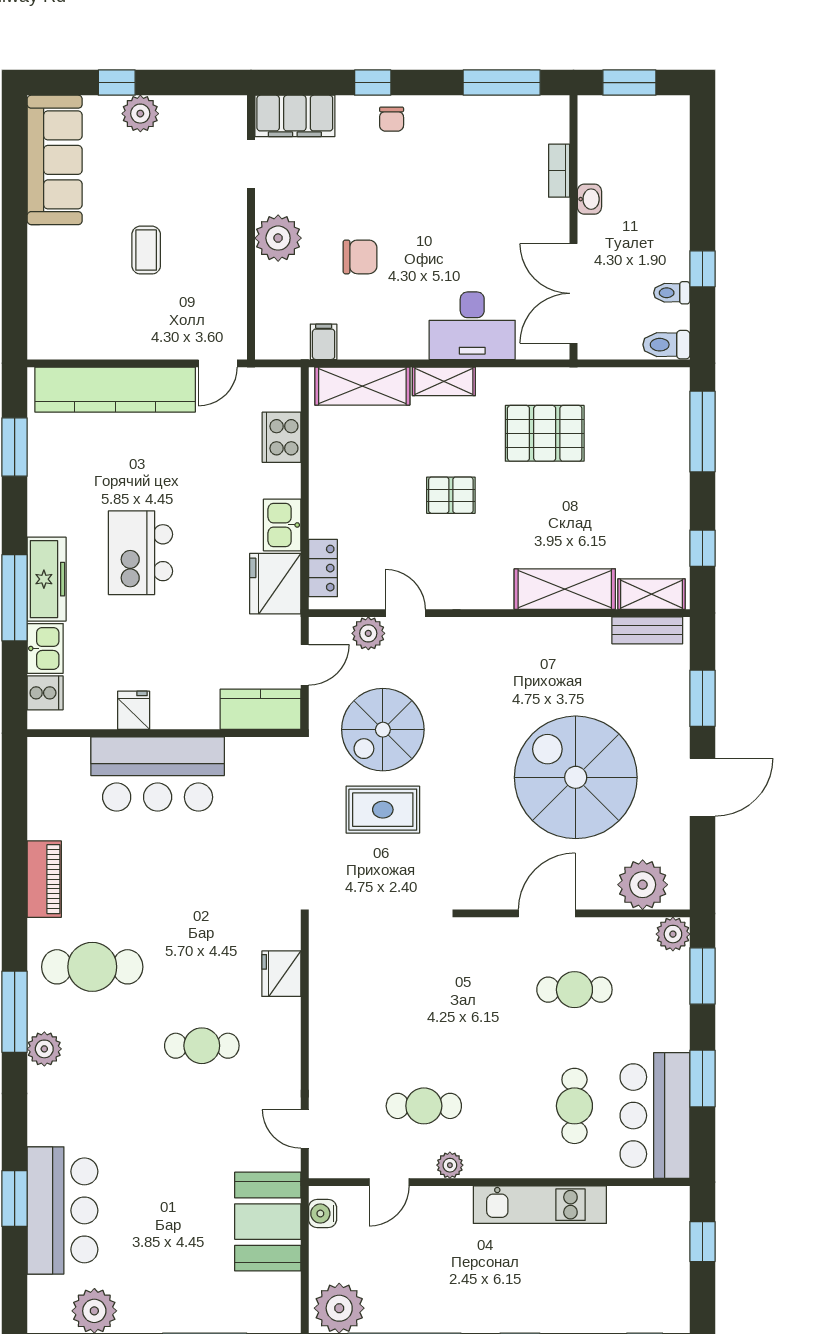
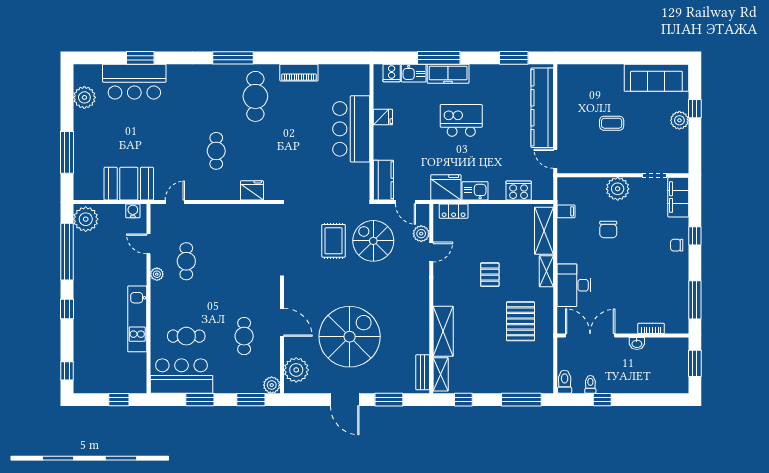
plant: (44, 1049) -> (215, 73), removed

